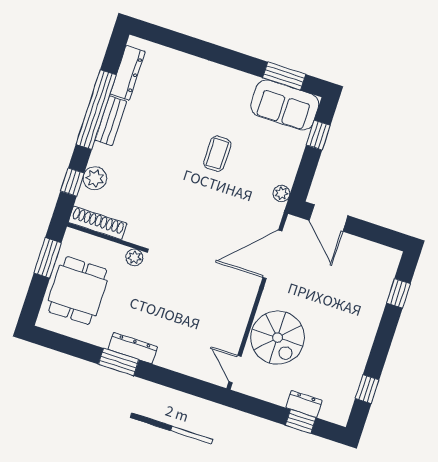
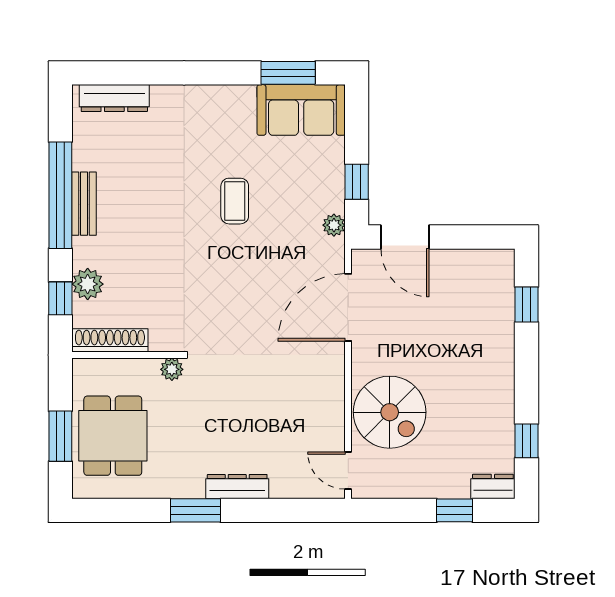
dresser: (128, 73) -> (114, 98), moved, turned 90
window: (318, 135) -> (357, 182), moved
window: (48, 258) -> (60, 436), moved
dresser: (133, 348) -> (237, 487), moved
dresser: (304, 404) -> (493, 486), moved

